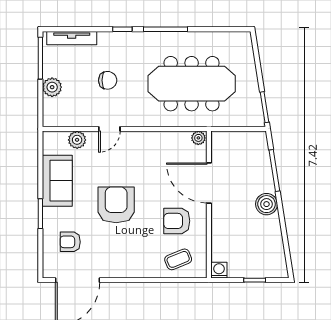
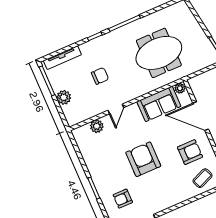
meeting table: (192, 84) -> (159, 53), width x0.73
sofa: (57, 181) -> (159, 104), moved, turned 90
armchair: (177, 221) -> (190, 152), turned 180

